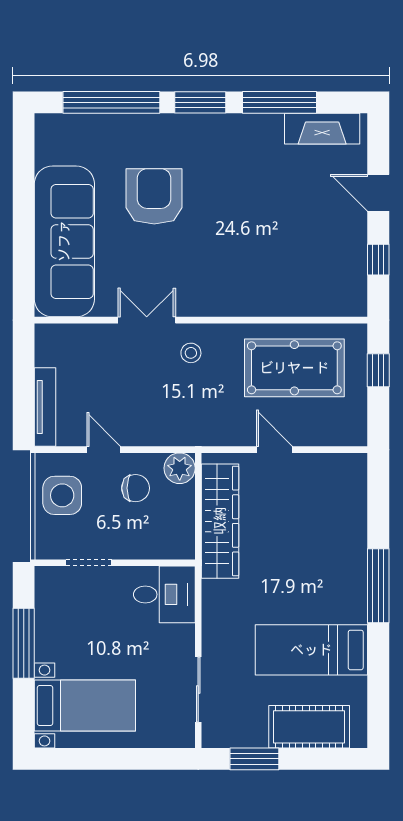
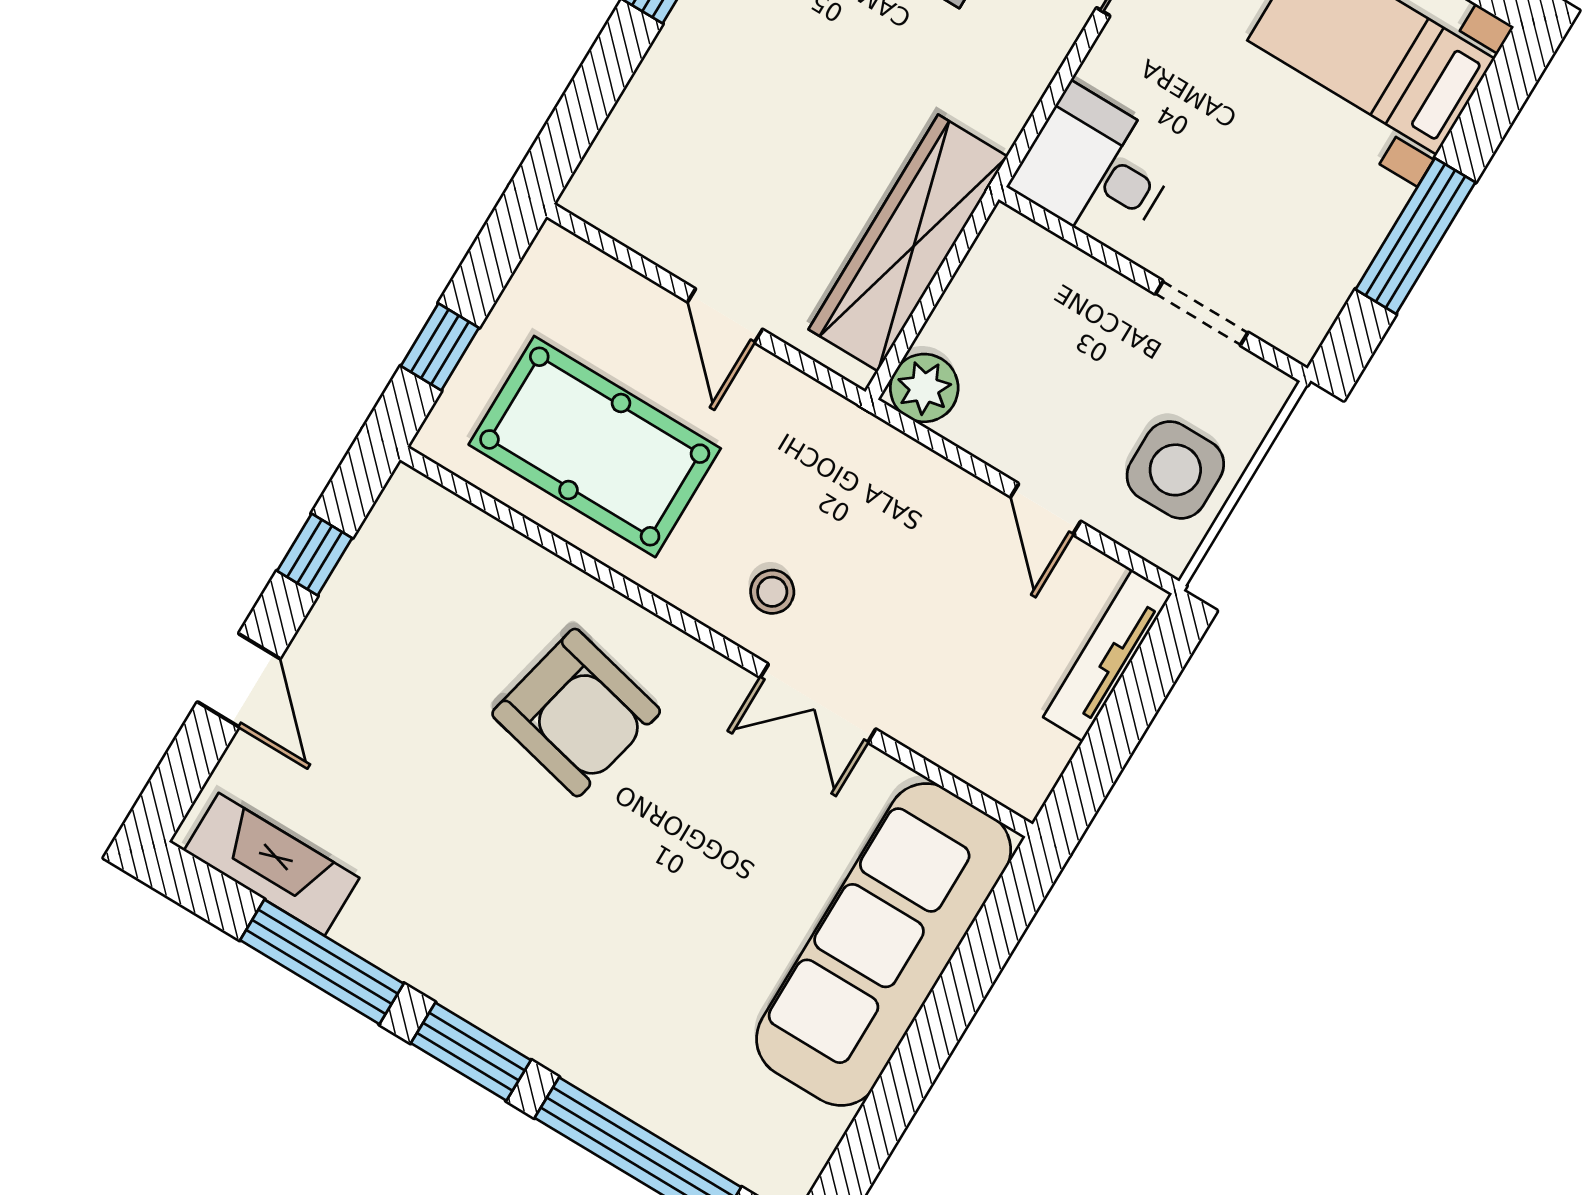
armchair: (154, 196) -> (576, 713), moved, turned -77
chair: (136, 488) -> (1029, 400), removed

